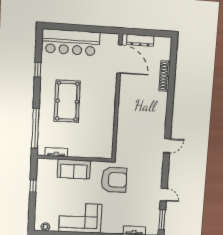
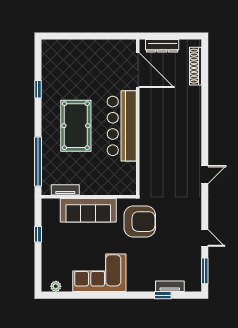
bar counter: (71, 42) -> (122, 126), moved, turned 90
shoe rack: (165, 76) -> (195, 66), moved
sofa: (74, 169) -> (88, 210), width x1.36

